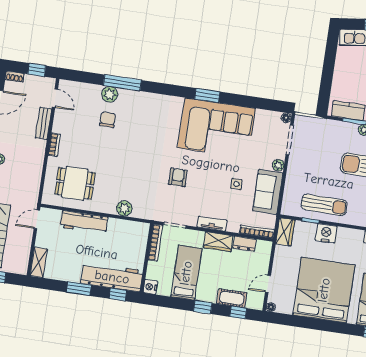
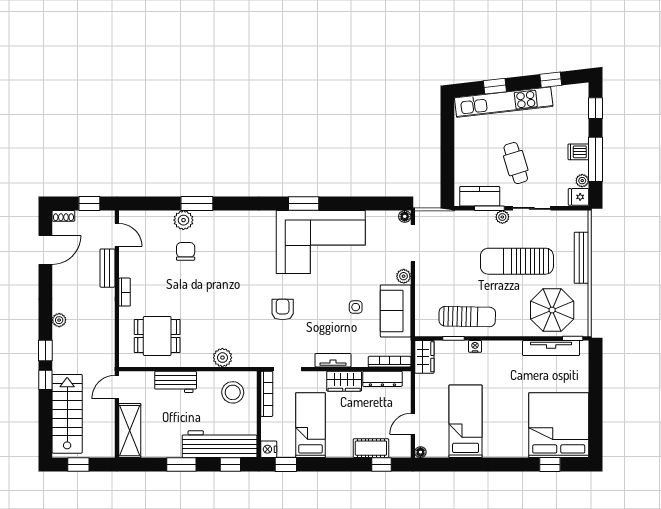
window: (122, 83) -> (197, 204), width x0.69
workbench: (84, 222) -> (176, 382), width x0.73
nightstand: (326, 233) -> (475, 346), width x0.53, depth x0.56
stool: (128, 237) -> (233, 392), added
dresser: (244, 244) -> (382, 379), width x1.44
shelving: (39, 262) -> (130, 431), width x1.50, depth x1.33
bed: (324, 290) -> (466, 421), width x0.49
window: (203, 307) -> (286, 465), moved

